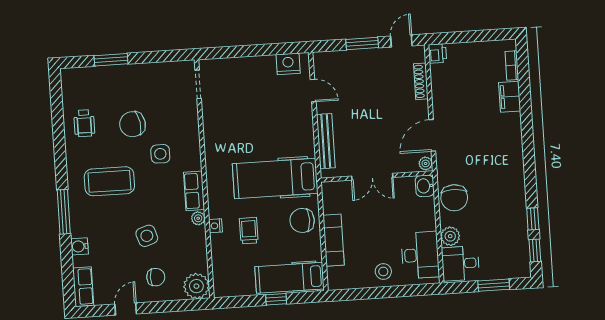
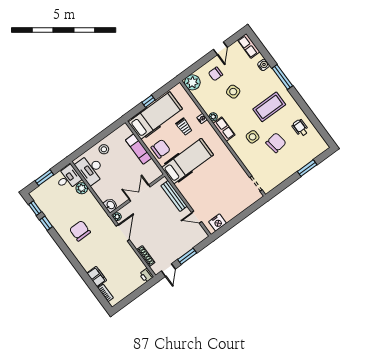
chair: (454, 198) -> (80, 231), moved
hospital bed: (290, 278) -> (155, 115), width x1.37, depth x1.29

